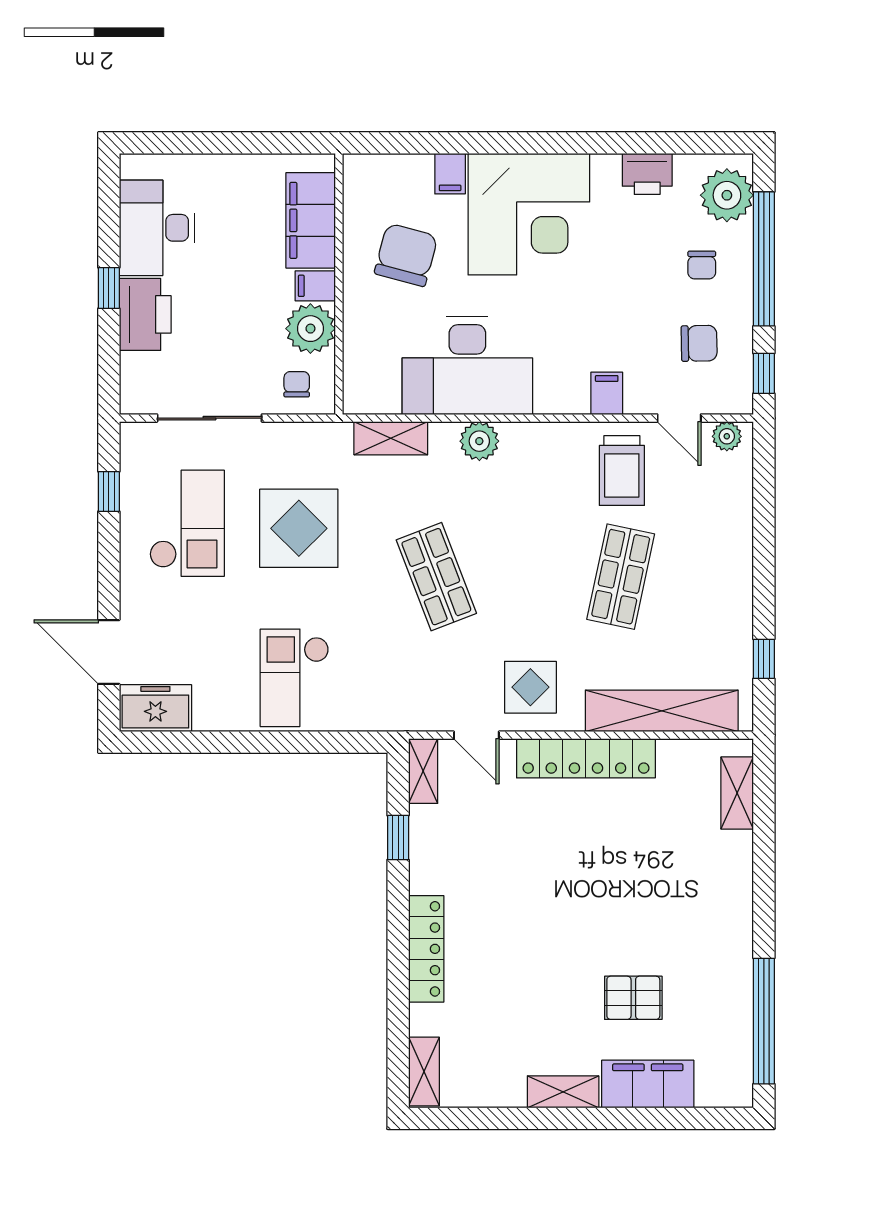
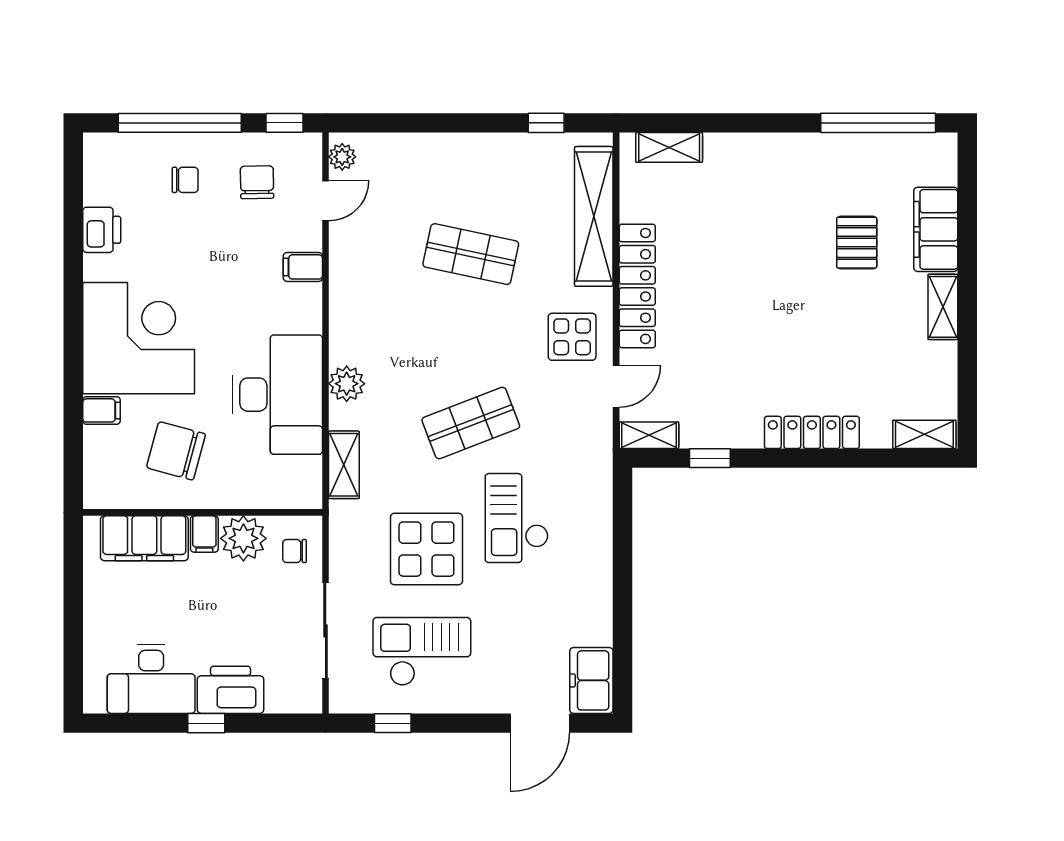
plant: (727, 195) -> (121, 157), removed
trolley: (622, 471) -> (374, 253), removed
checkout: (294, 678) -> (517, 518), moved, turned 90

